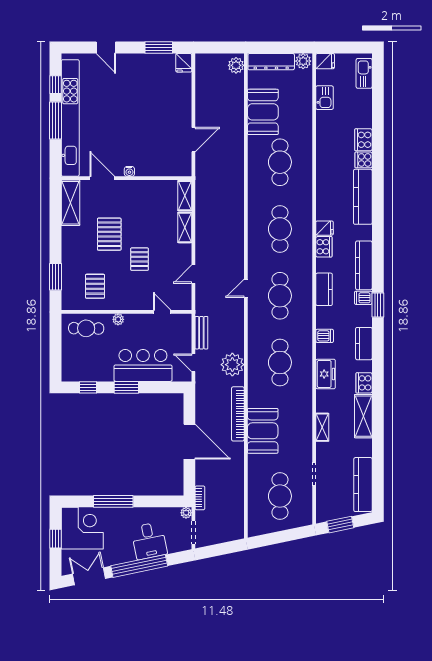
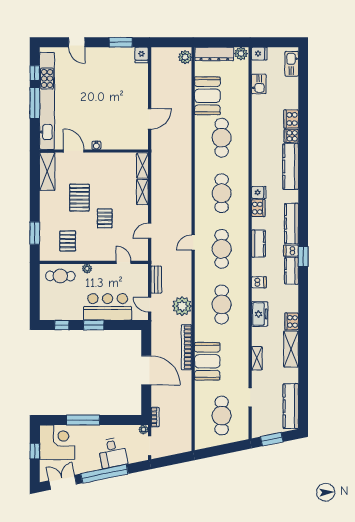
kitchen counter: (364, 344) -> (291, 271), moved

